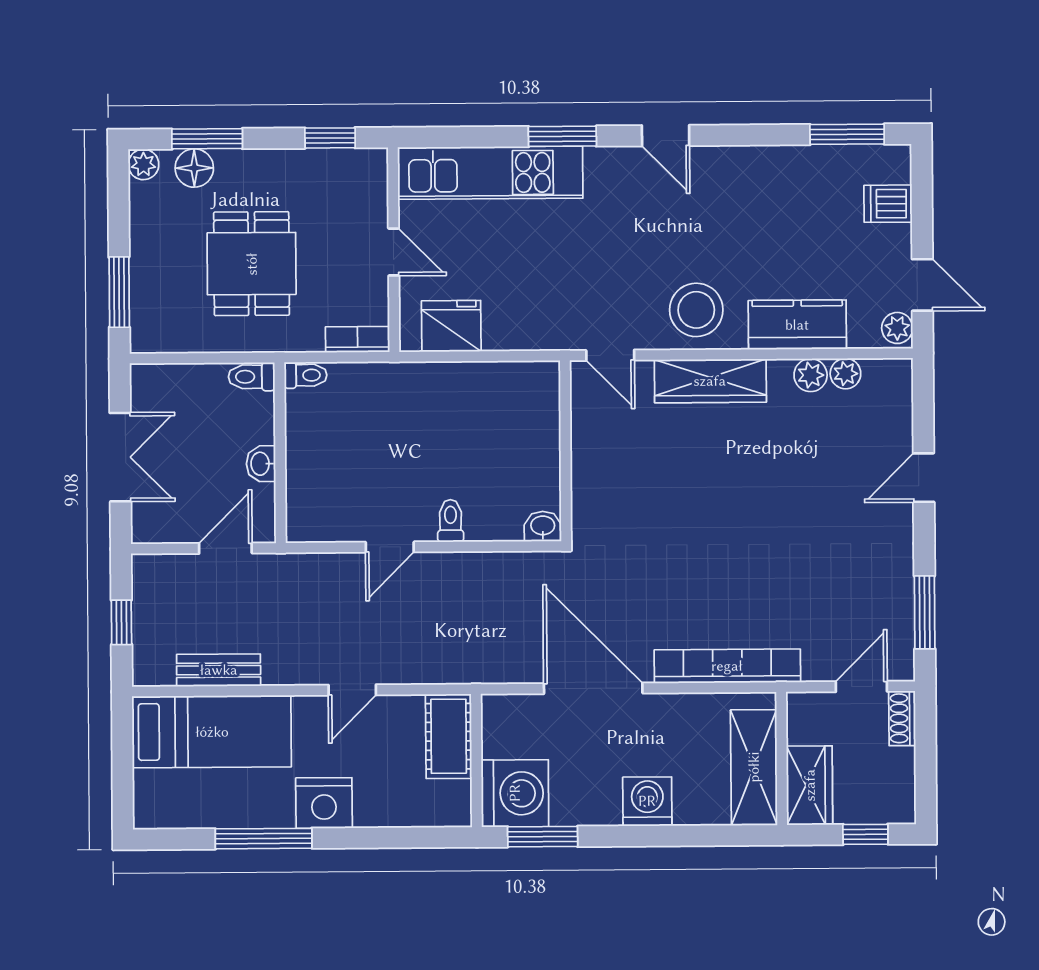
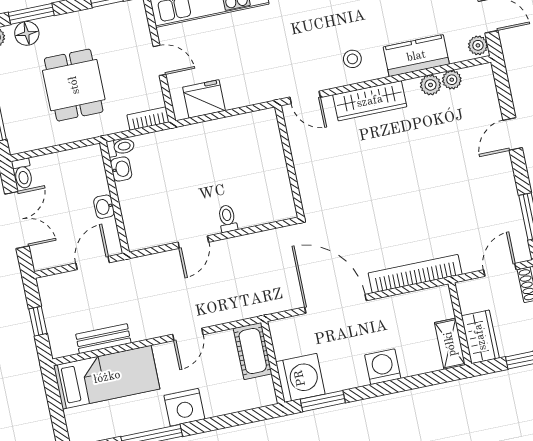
stool: (696, 310) -> (352, 59), width x0.53, depth x0.53
toilet: (252, 377) -> (23, 174), moved, turned -90
washbasin: (543, 526) -> (121, 169), moved, turned 90
shelving: (754, 767) -> (450, 344), width x0.67, depth x0.75

